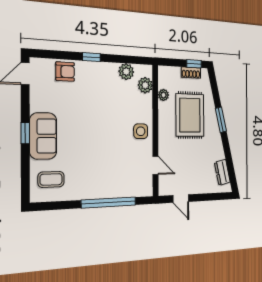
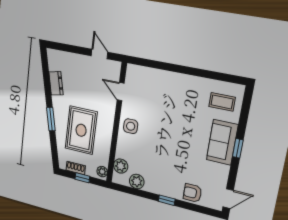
window: (194, 64) -> (82, 178), moved
plant: (163, 95) -> (102, 172), moved
dresser: (222, 172) -> (56, 83), moved
window: (109, 203) -> (171, 67), removed

